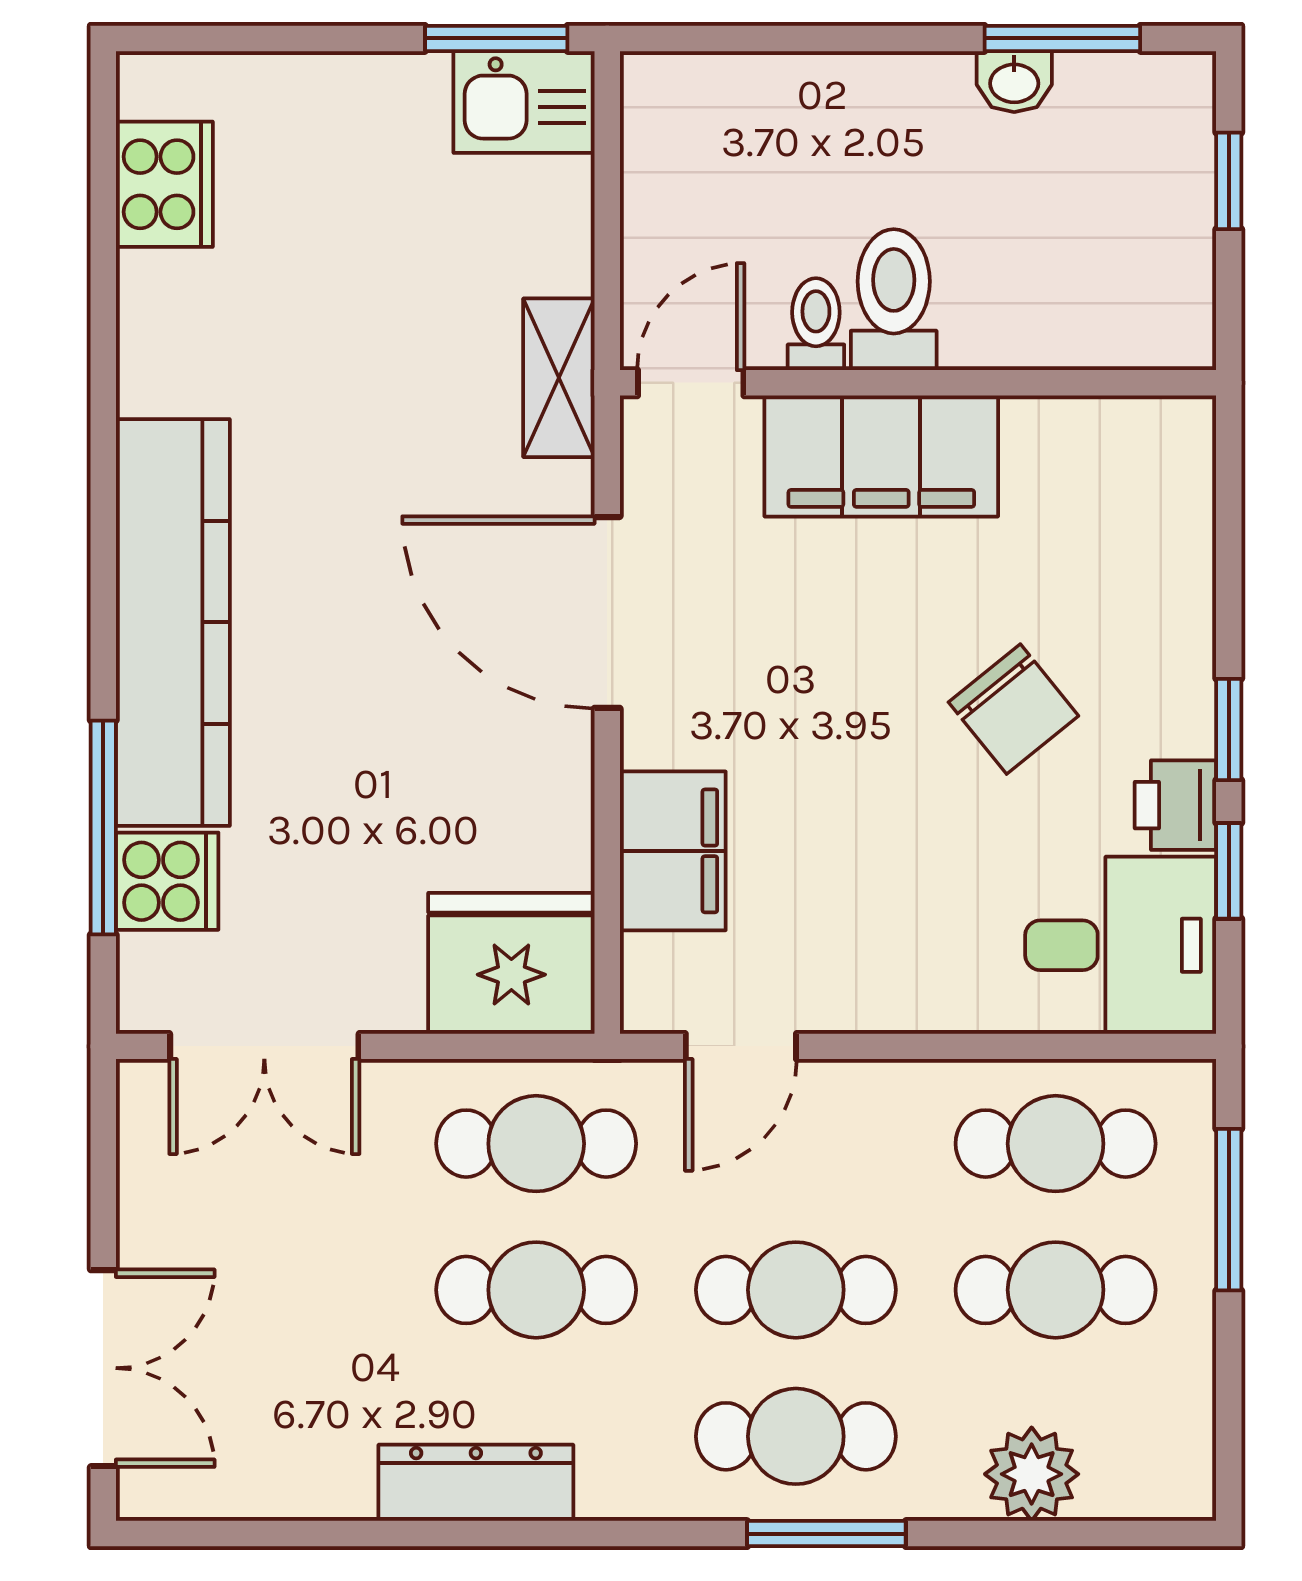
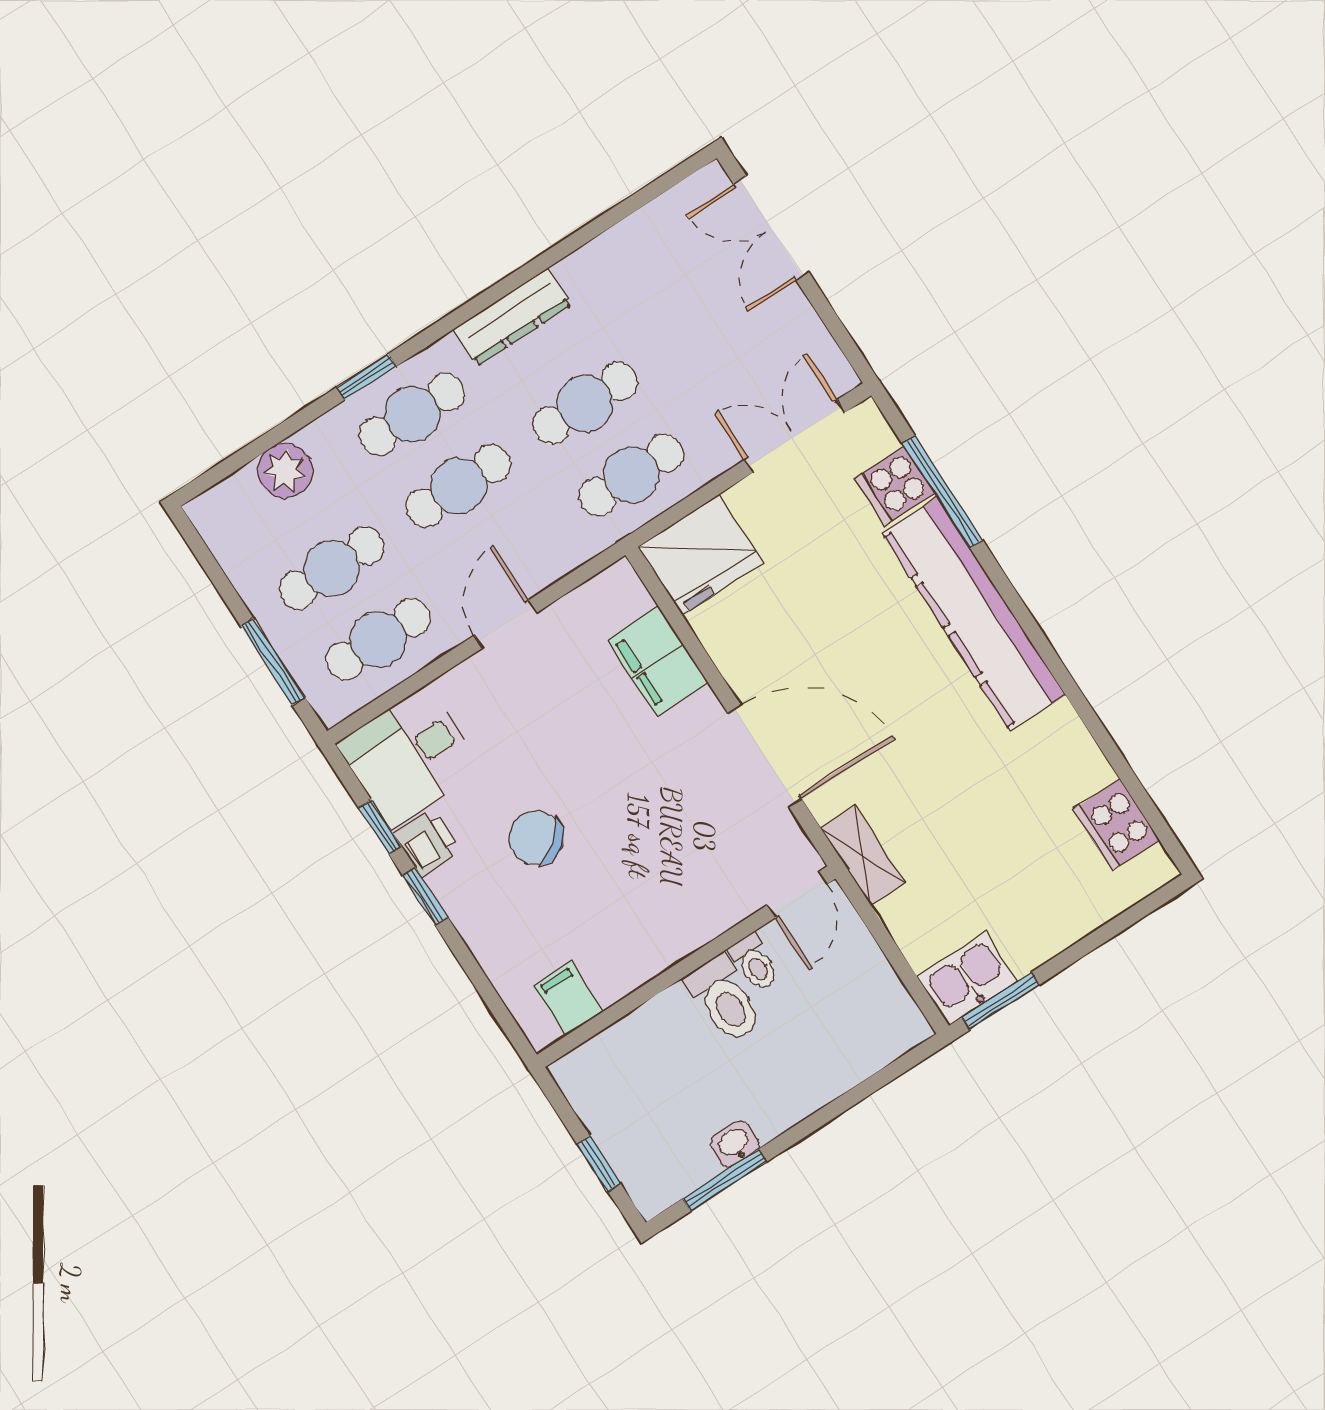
filing cabinet: (881, 456) -> (568, 998), moved, width x0.33, depth x0.86
door: (741, 1046) -> (505, 624), moved
dresser: (476, 1483) -> (512, 317), moved
window: (826, 1534) -> (366, 377), width x0.67

